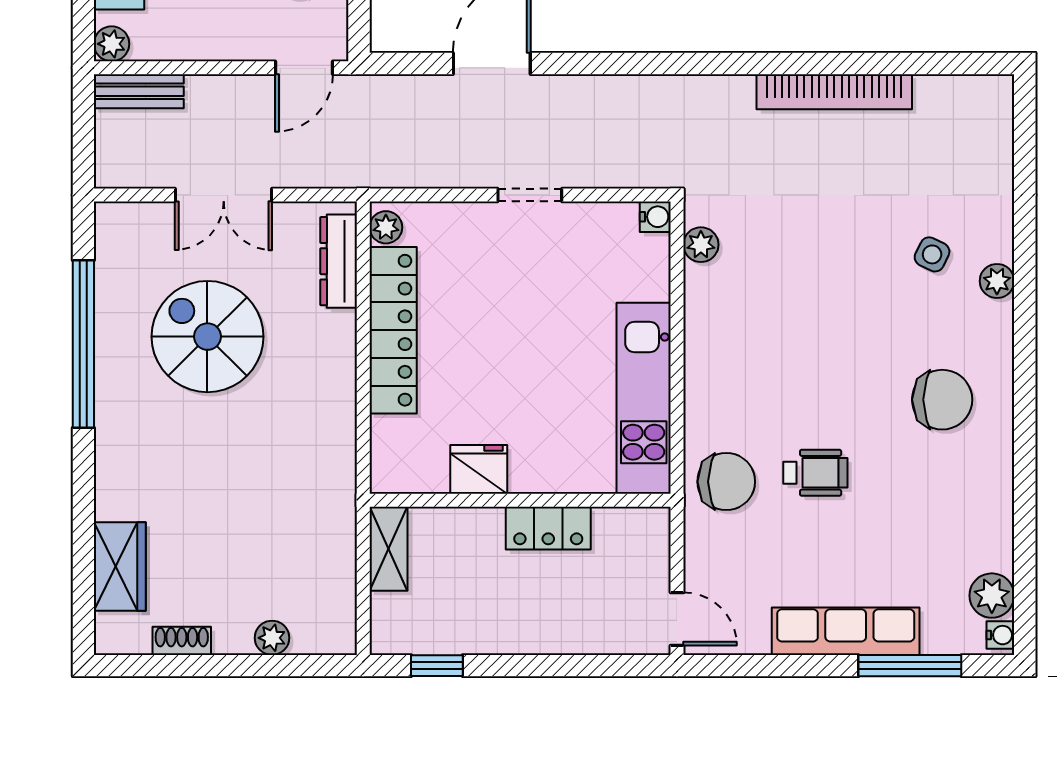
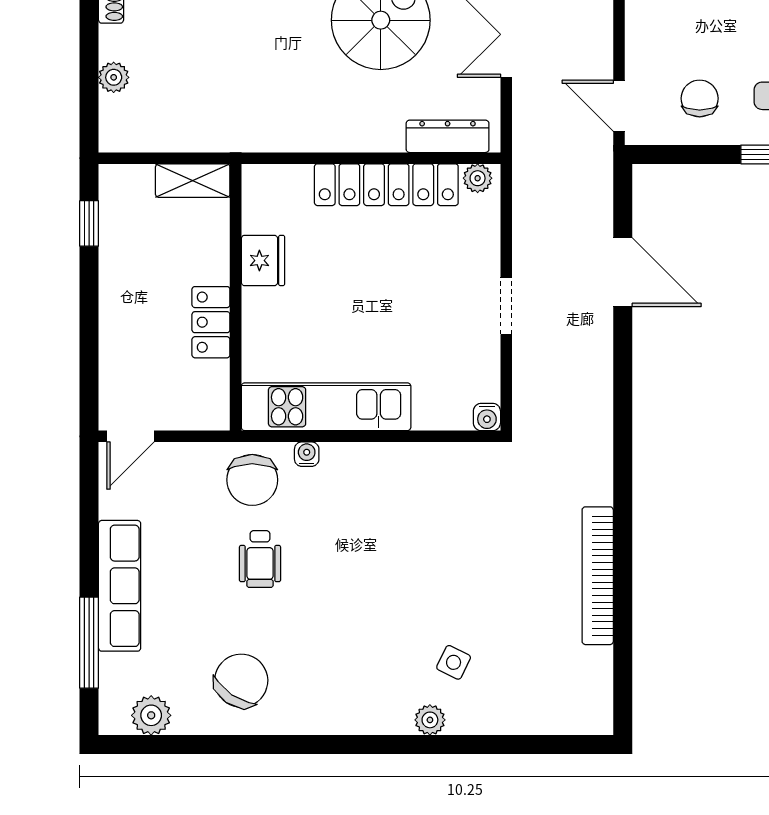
plant: (701, 245) -> (462, 457), removed
chair: (942, 400) -> (241, 681), moved, turned -146
water cooler: (1000, 635) -> (307, 454), moved, turned 180

